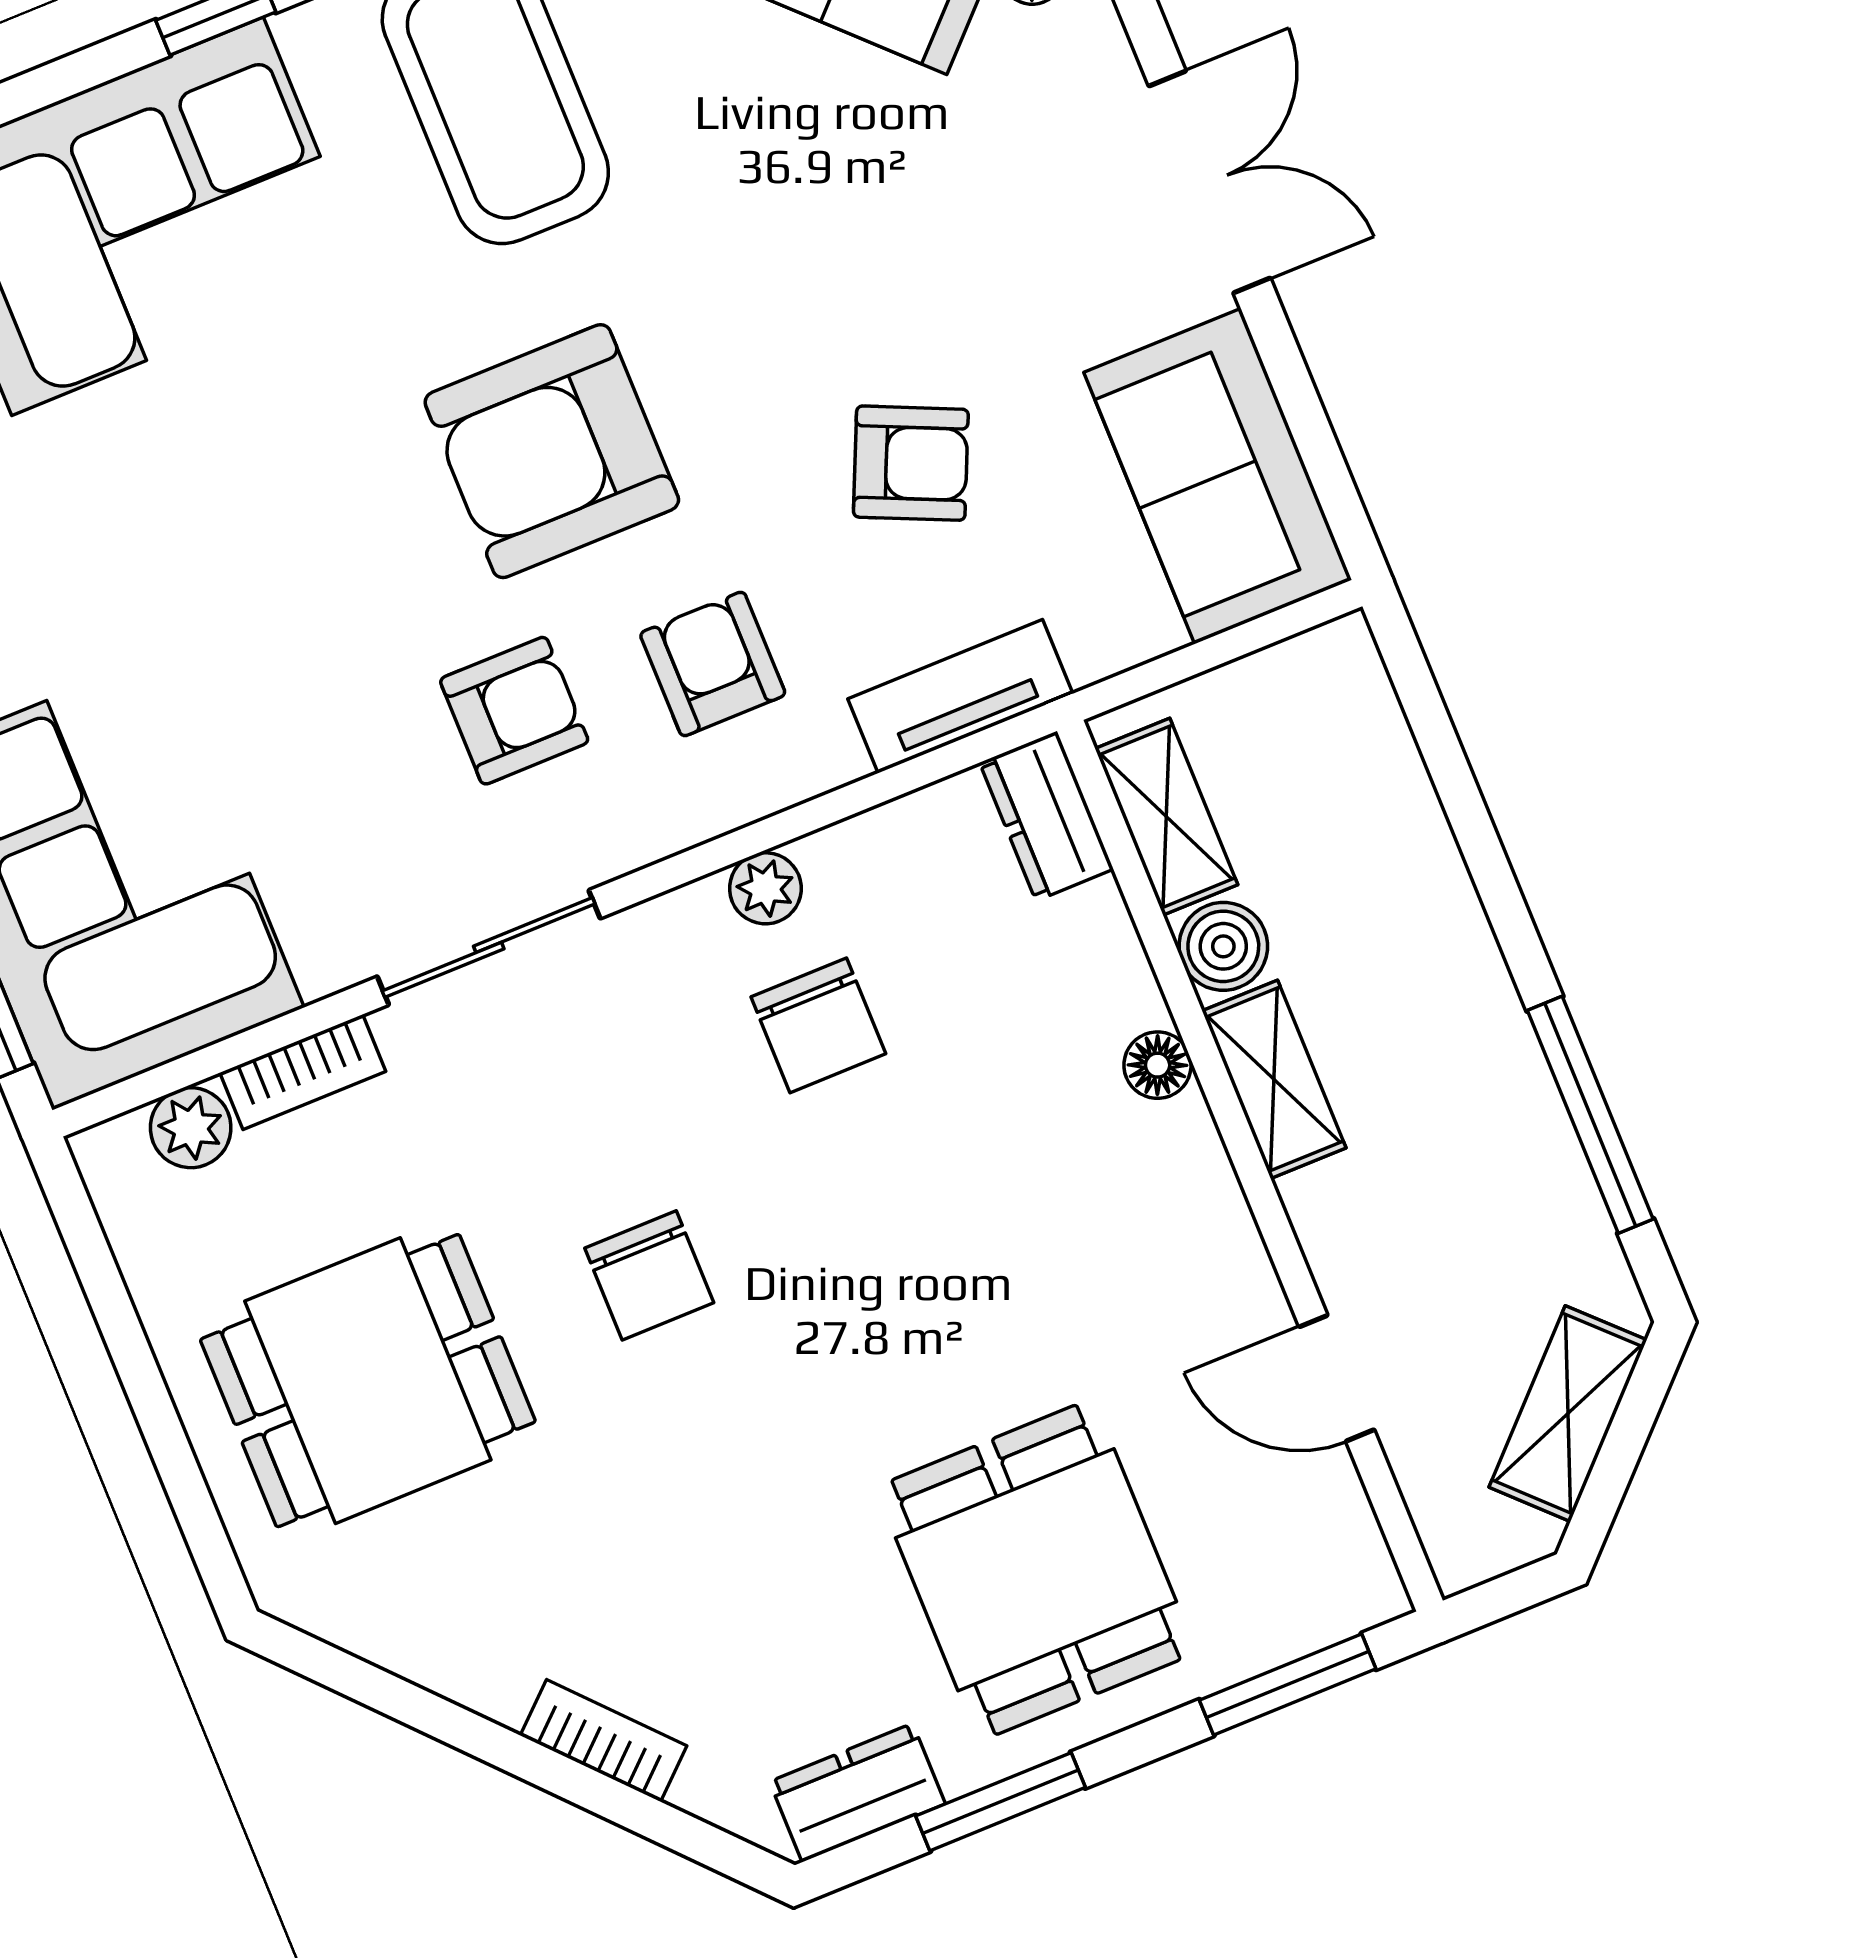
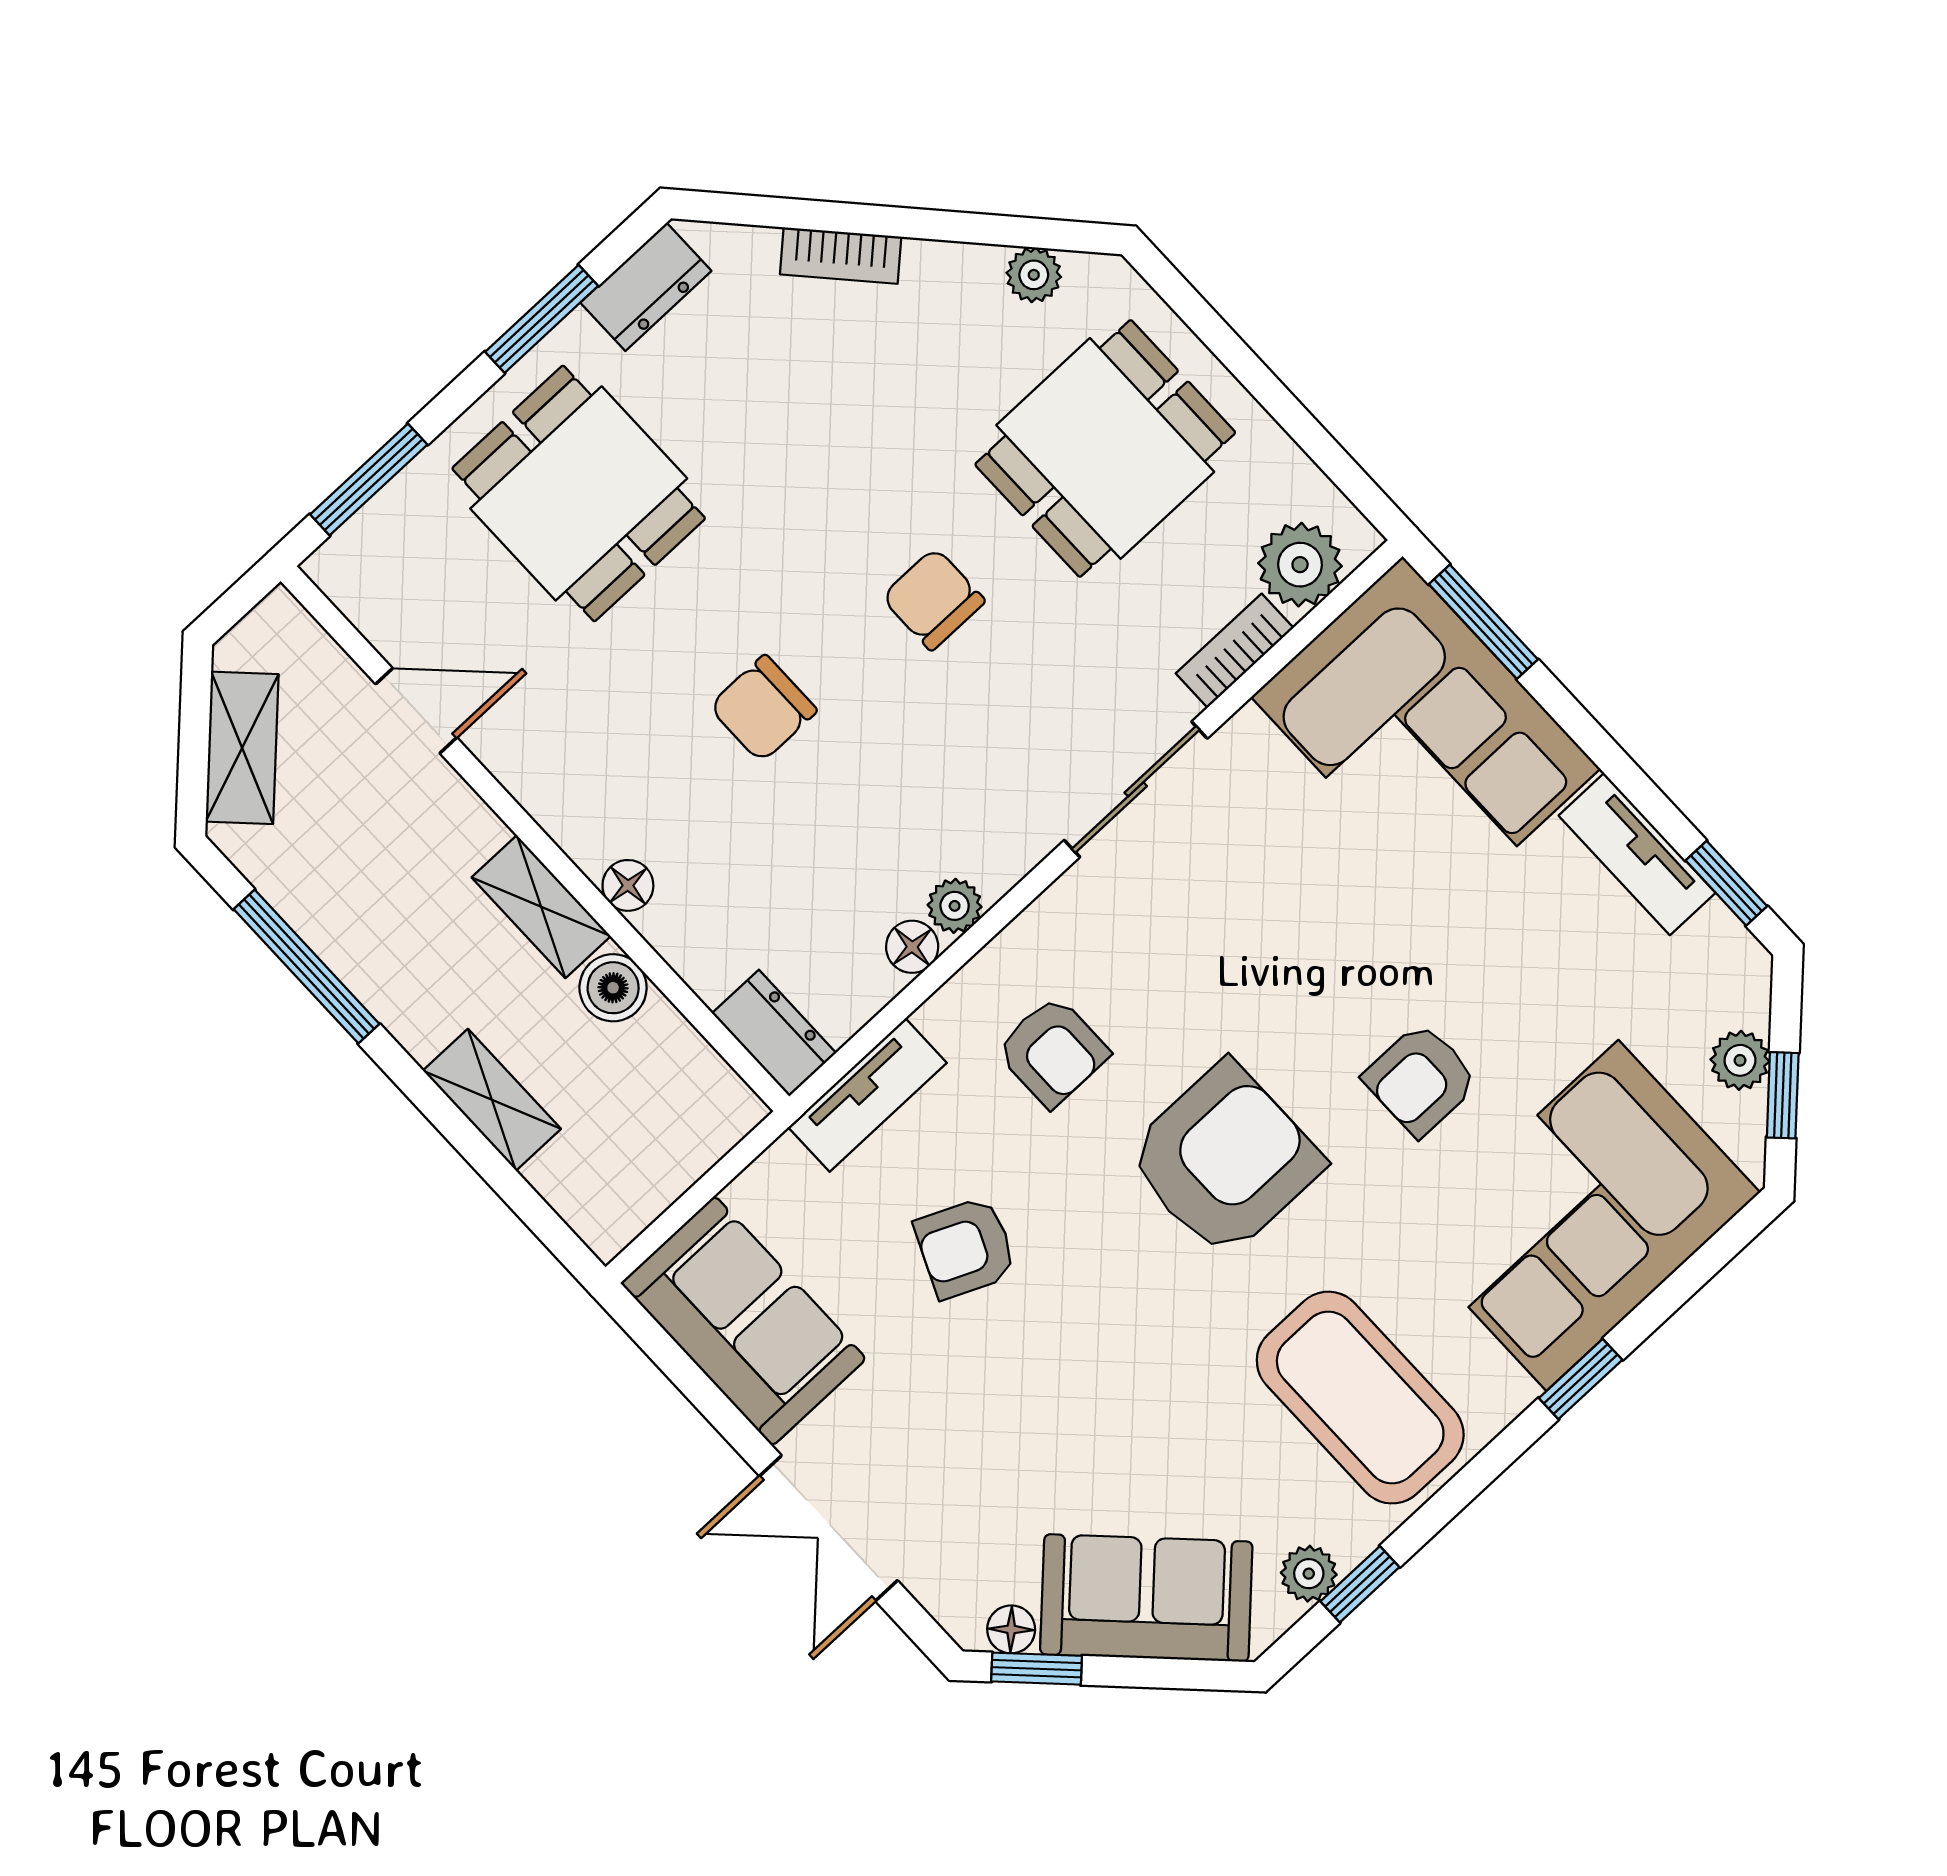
armchair: (514, 711) -> (1421, 1079), moved
shelving: (1166, 817) -> (492, 1100), moved
floor lamp: (837, 858) -> (912, 947), added
chair: (818, 1025) -> (763, 709), moved, turned -90
plant: (191, 1128) -> (1300, 565), width x1.38, depth x1.38
plant: (375, 1627) -> (1034, 275), added

